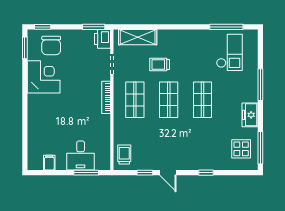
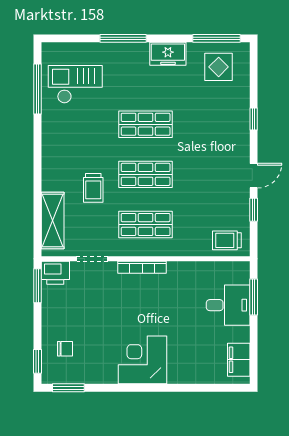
chair: (51, 46) -> (65, 349), width x0.54, depth x0.54
corner desk: (44, 77) -> (143, 360), moved
filing cabinet: (49, 163) -> (239, 360), width x2.00

